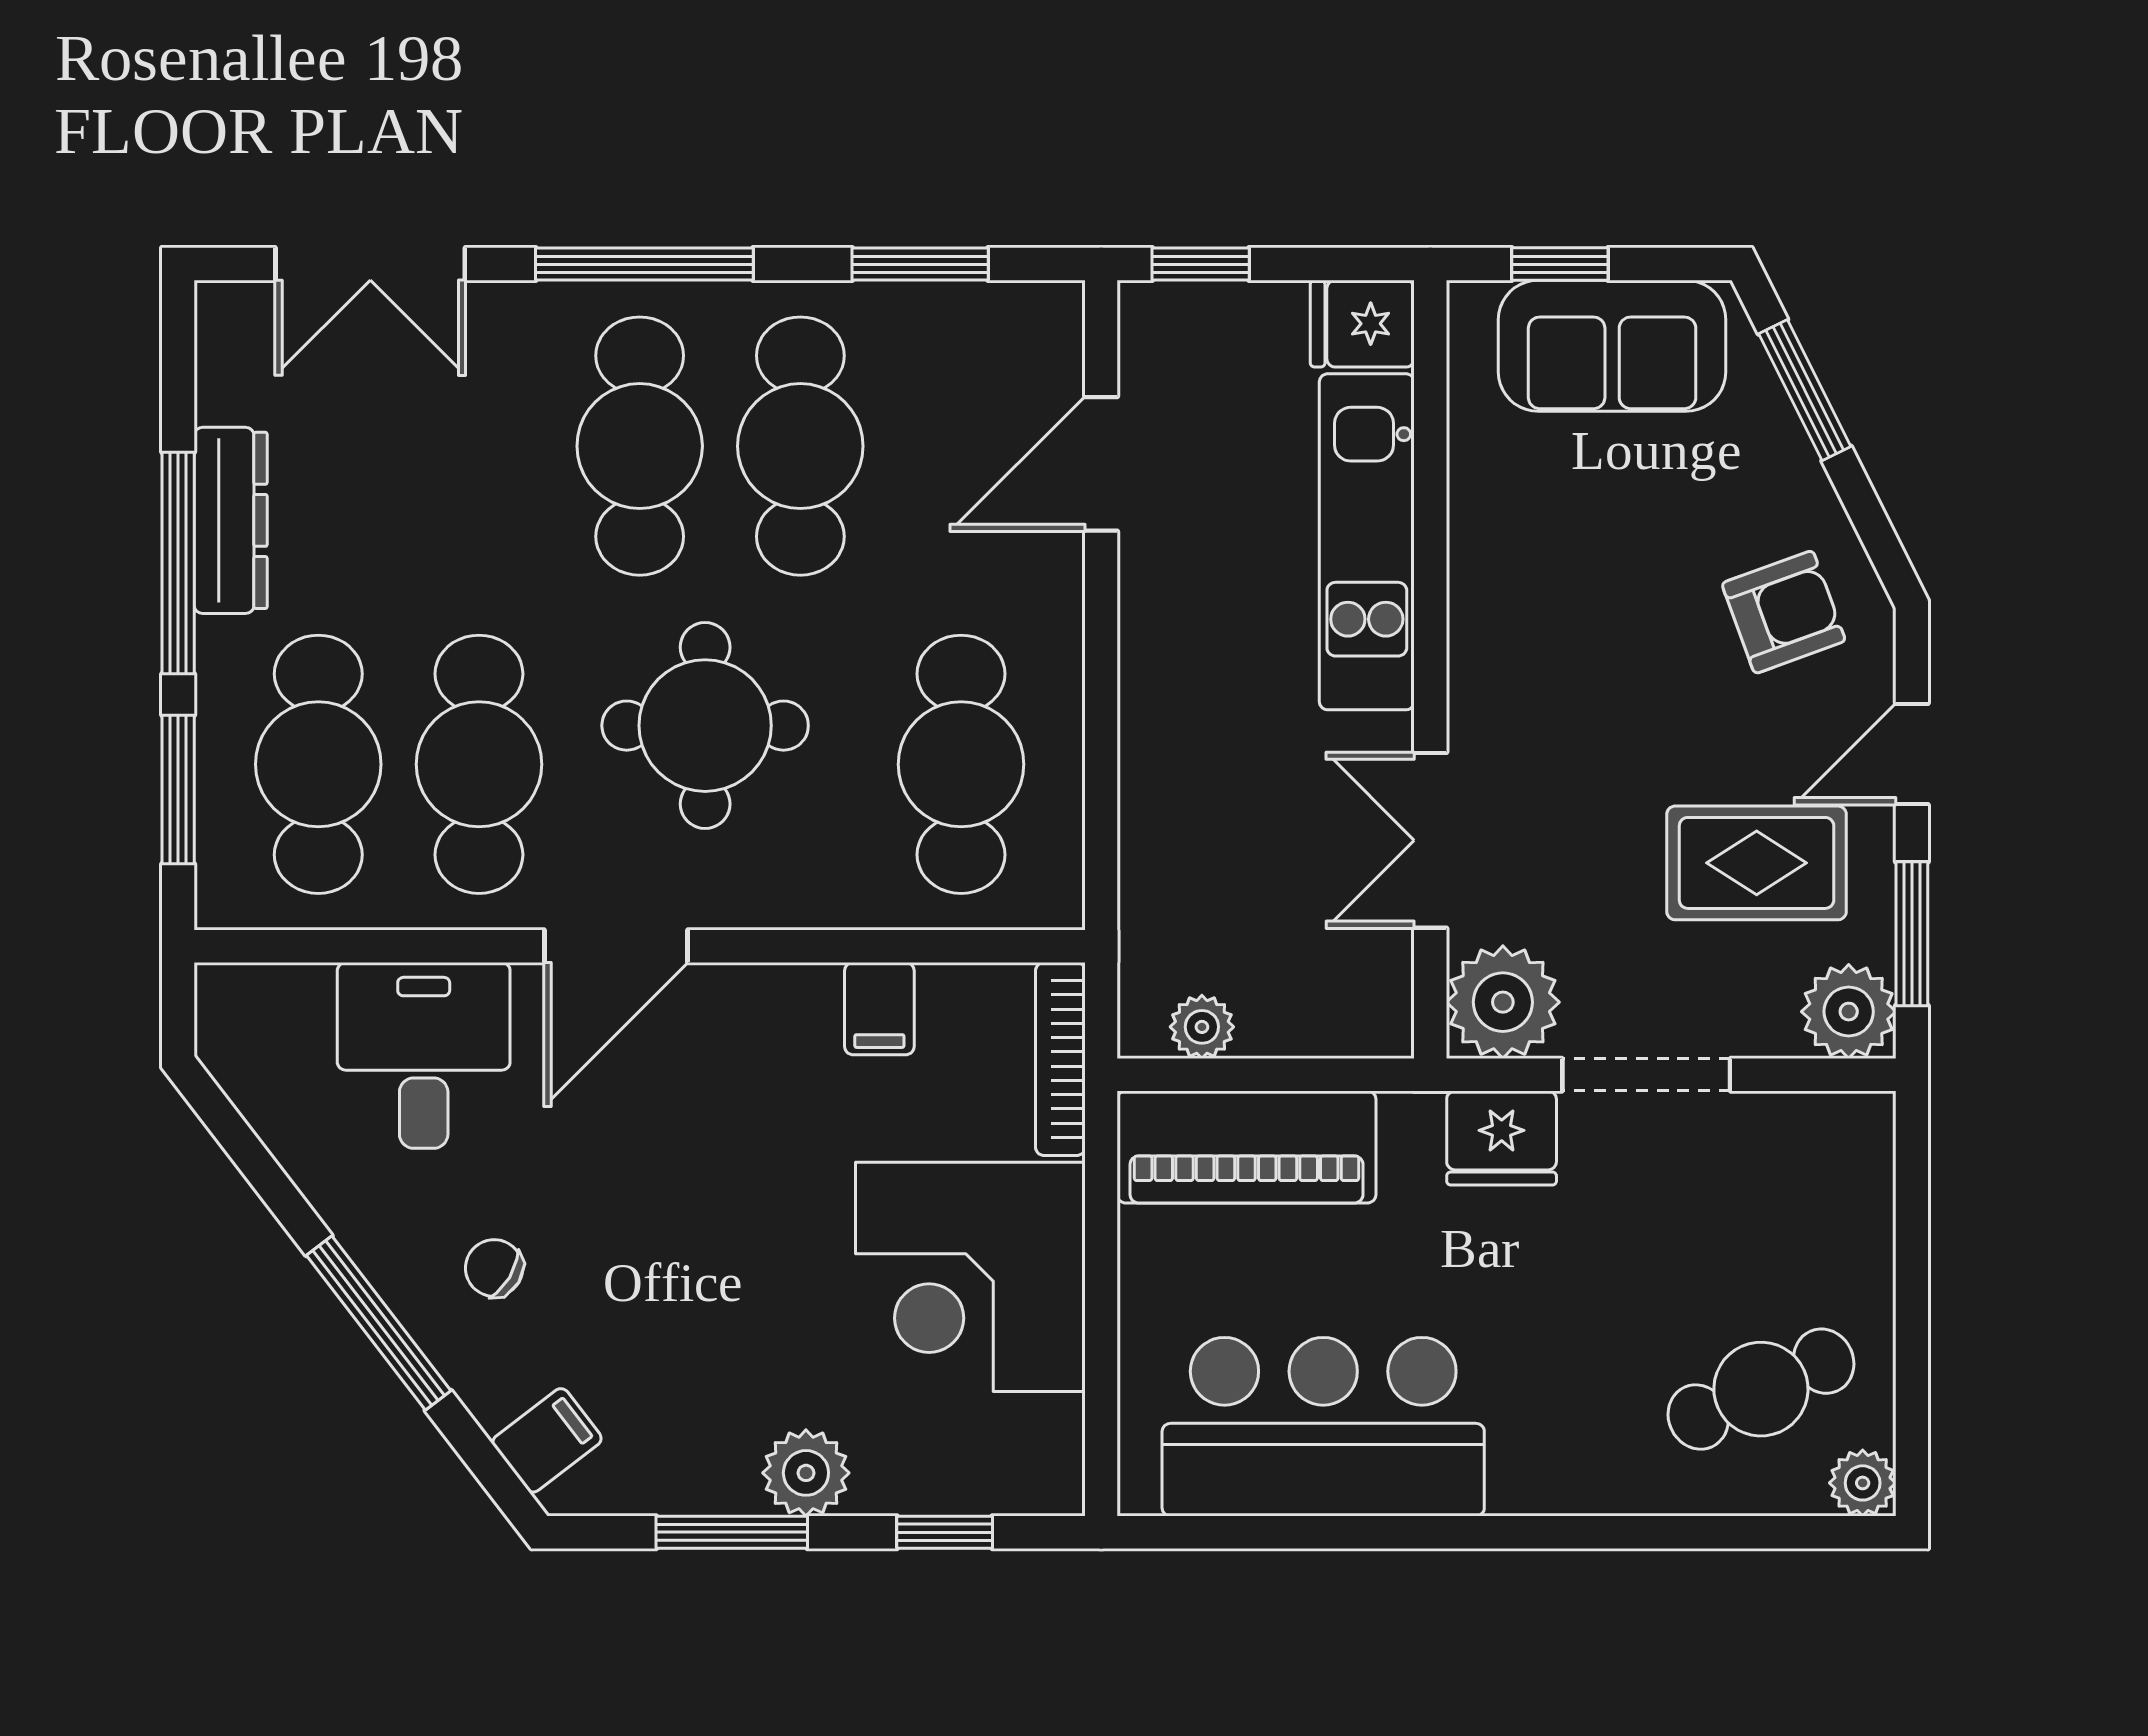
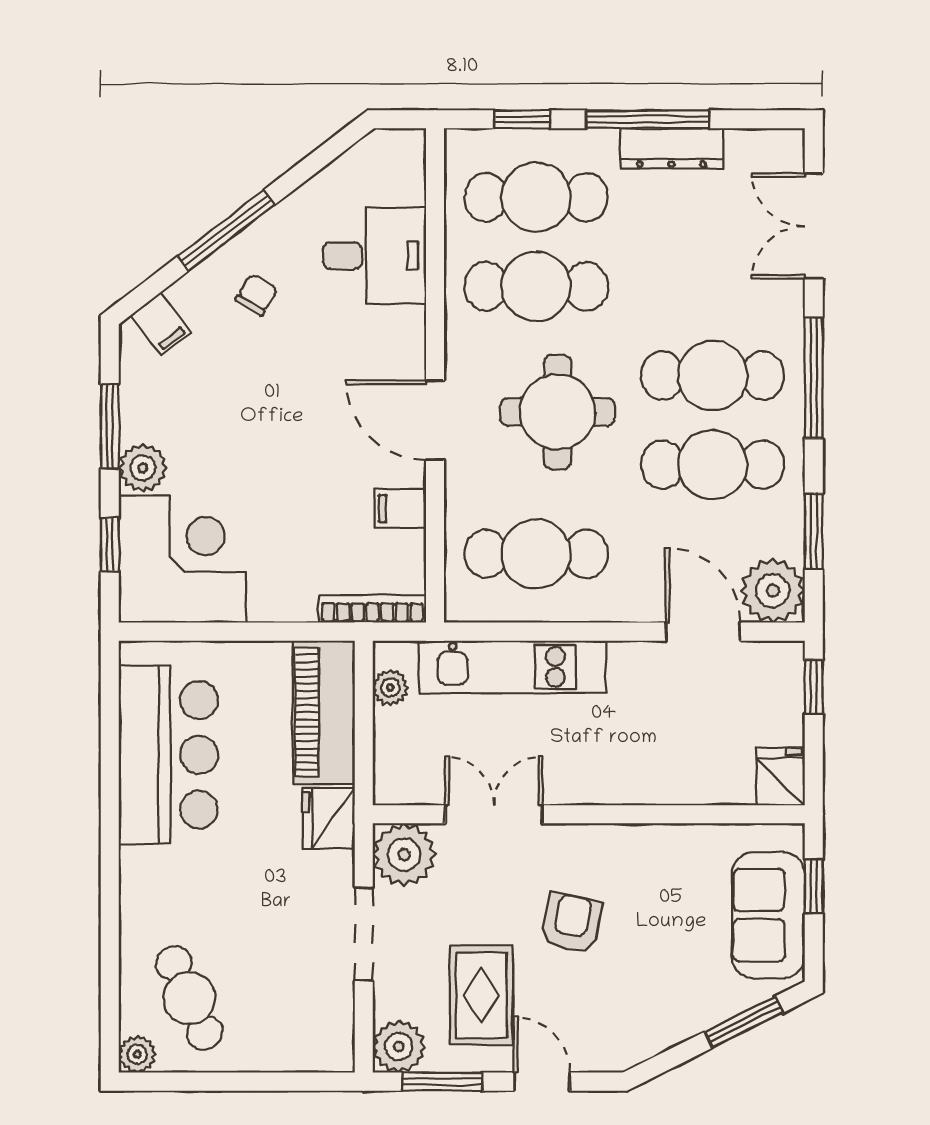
plant: (1027, 338) -> (773, 591), added
kitchen unit: (1367, 542) -> (512, 667), moved, turned 180
armchair: (1784, 612) -> (571, 923), moved, turned -148
window: (178, 789) -> (522, 119), width x0.67
door: (616, 946) -> (435, 420), moved
fridge: (1502, 1138) -> (329, 818), moved
corner desk: (970, 1277) -> (182, 559), moved, turned 90

